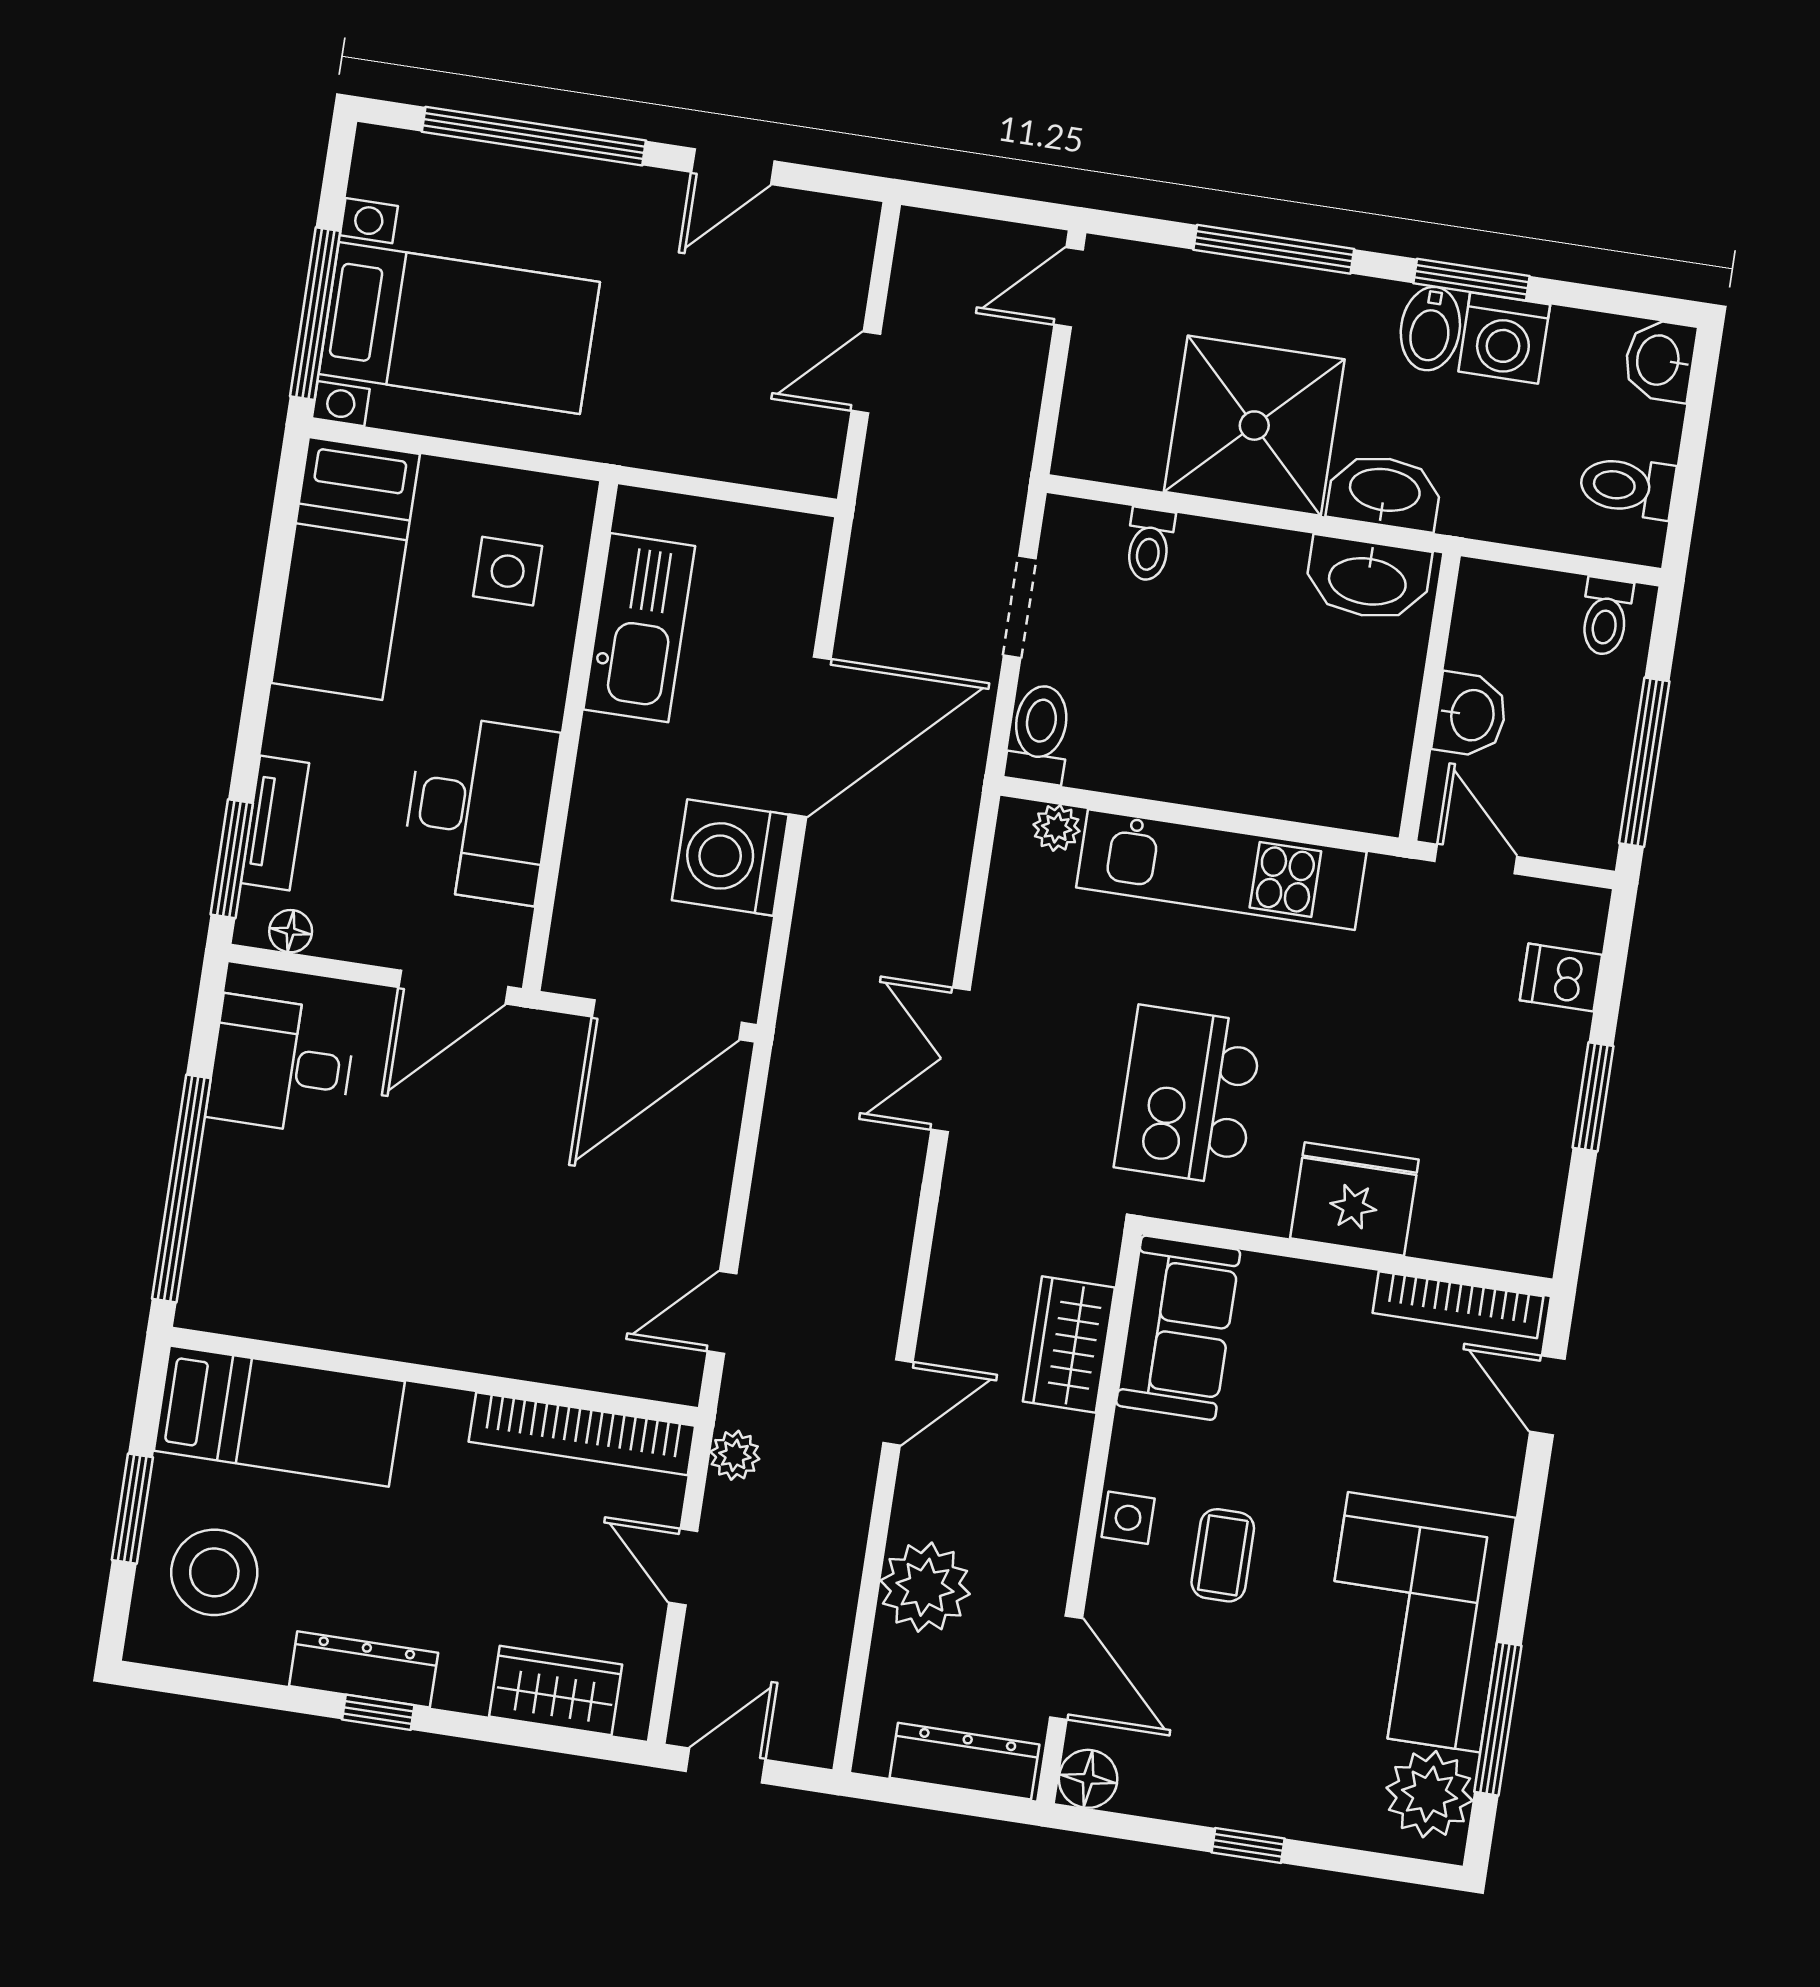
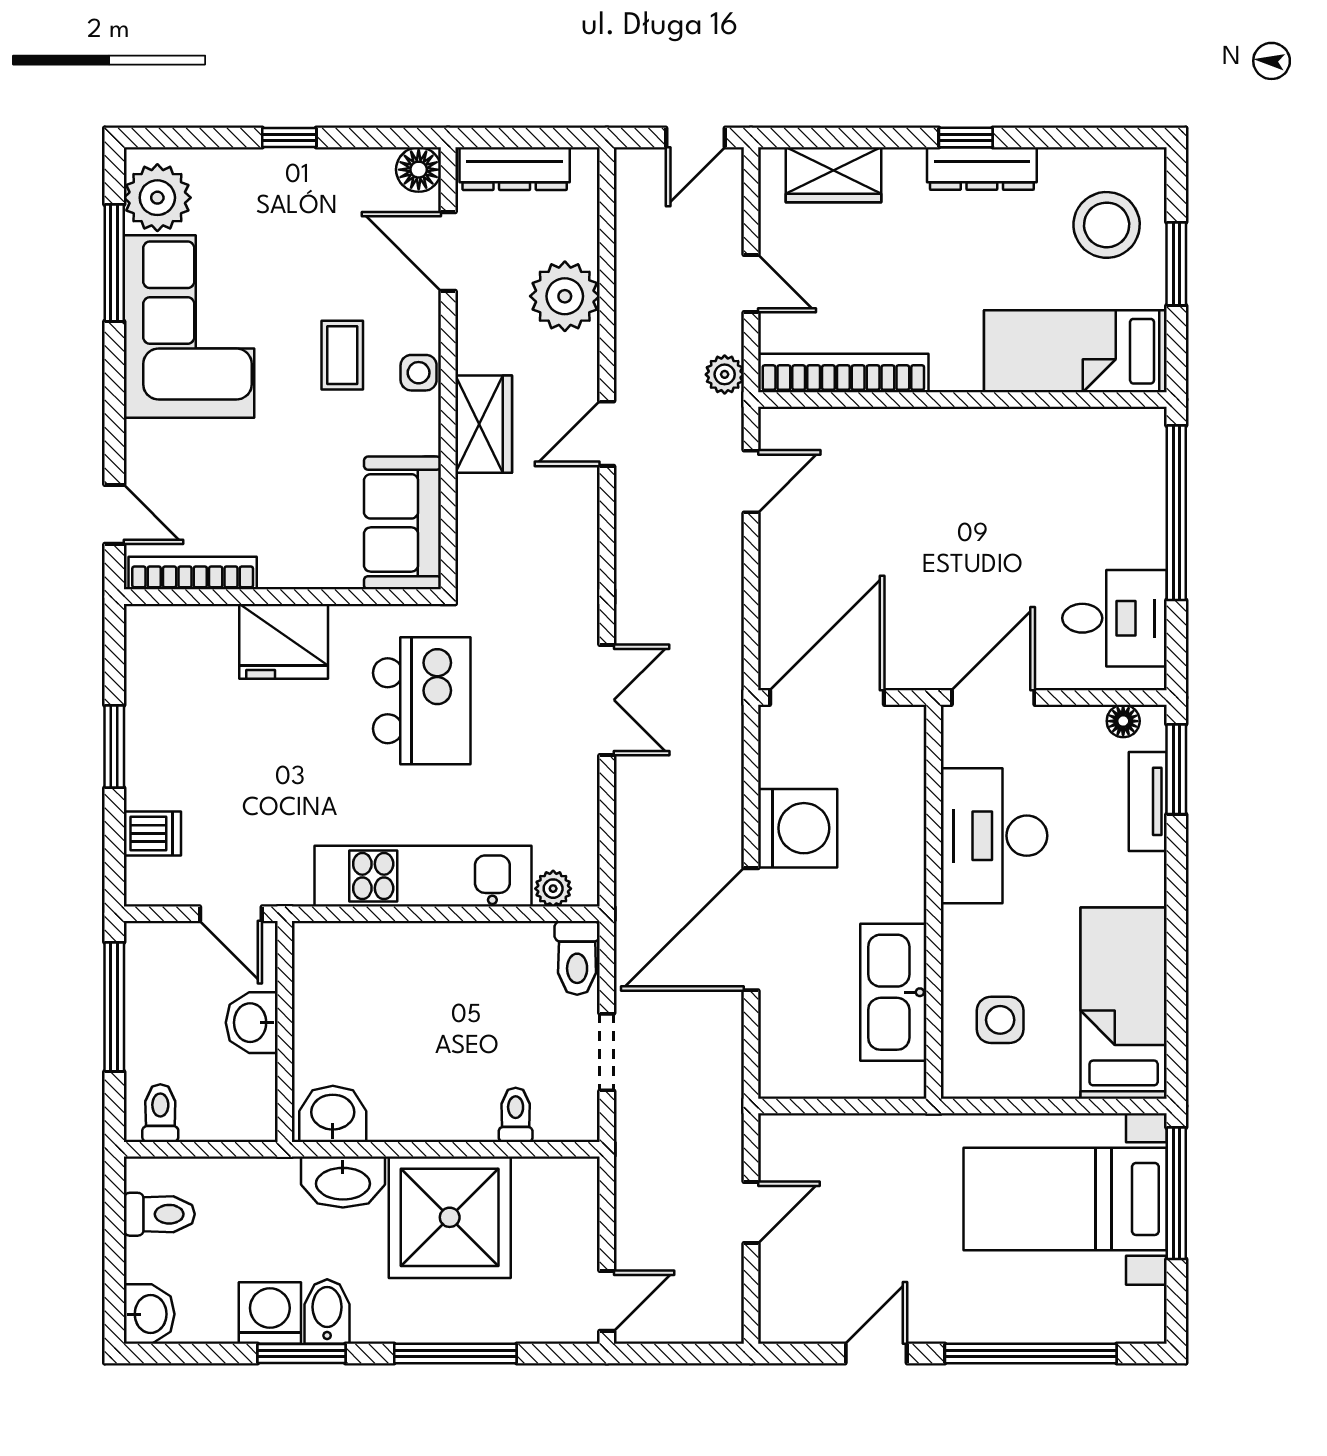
washbasin: (1368, 579) -> (333, 1114), width x0.72
wardrobe: (1069, 1345) -> (484, 424), moved

